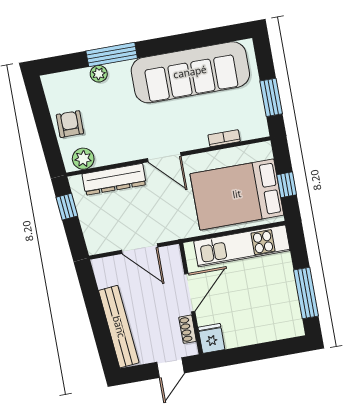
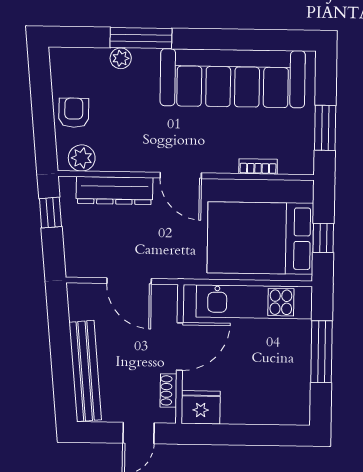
window: (306, 293) -> (322, 352), moved
fridge: (211, 338) -> (201, 407), width x1.38

